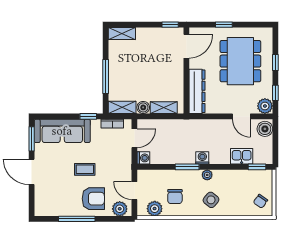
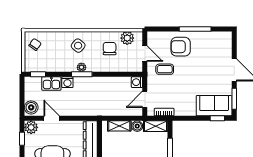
window: (88, 116) -> (217, 118), moved
sofa: (62, 131) -> (214, 106), width x0.73
washing machine: (202, 158) -> (67, 82), moved
window: (187, 167) -> (82, 74), moved
coffee table: (85, 169) -> (165, 69), moved
plant: (120, 209) -> (158, 38), removed

